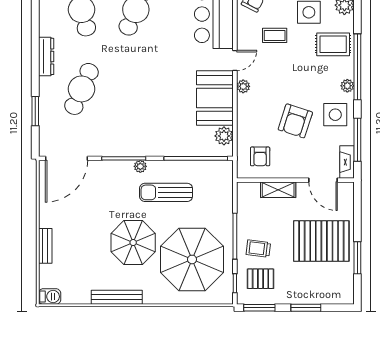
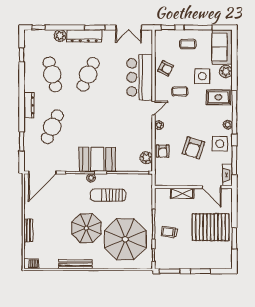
booth: (215, 98) -> (97, 159), moved, turned 90
armchair: (260, 156) -> (163, 151), moved
pallet: (260, 279) -> (170, 252), removed

